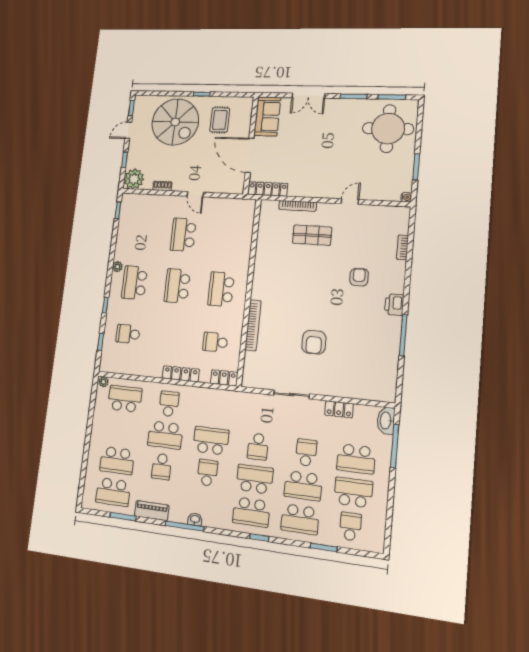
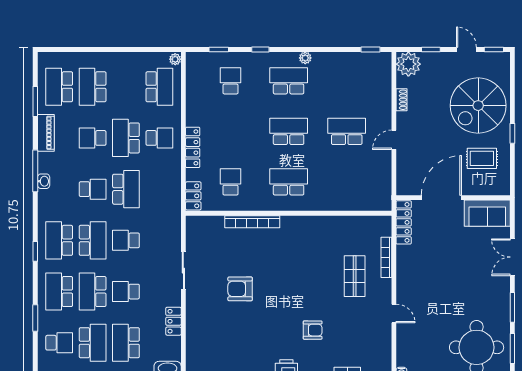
school desk: (306, 453) -> (126, 292), turned 180

